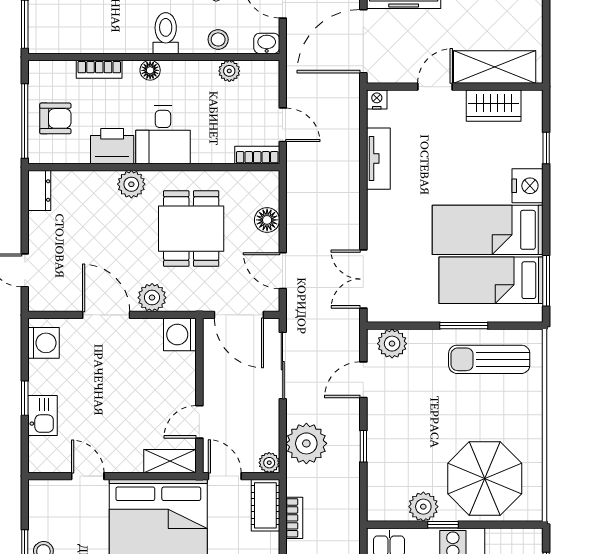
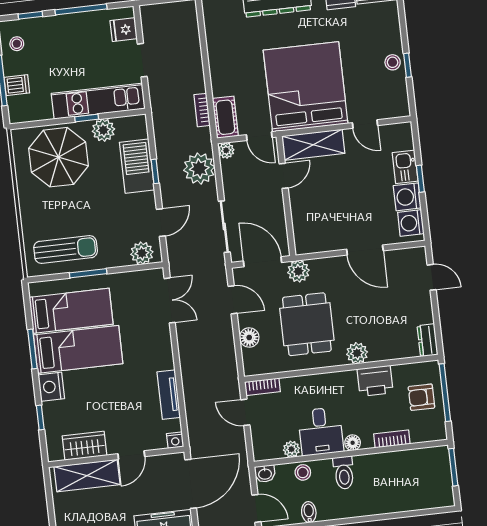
desk: (163, 135) -> (321, 431), moved, turned 180
window: (546, 281) -> (32, 349), moved
plant: (152, 298) -> (298, 271), moved
washing machine: (180, 335) -> (407, 197), moved, turned 180
barbecue: (386, 456) -> (137, 166), added
shelving: (170, 461) -> (313, 145), width x1.50, depth x1.33

